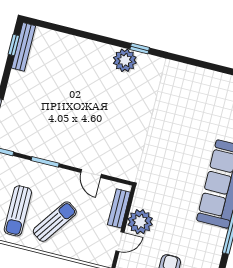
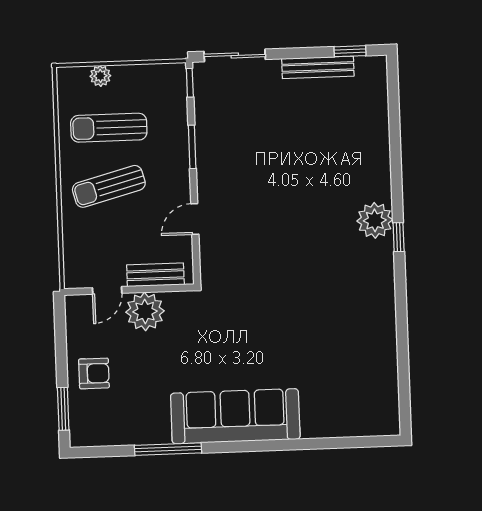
bench: (23, 47) -> (318, 67), moved
sun lounger: (55, 222) -> (109, 186), turned 130
door: (120, 242) -> (107, 290), hinge flipped

